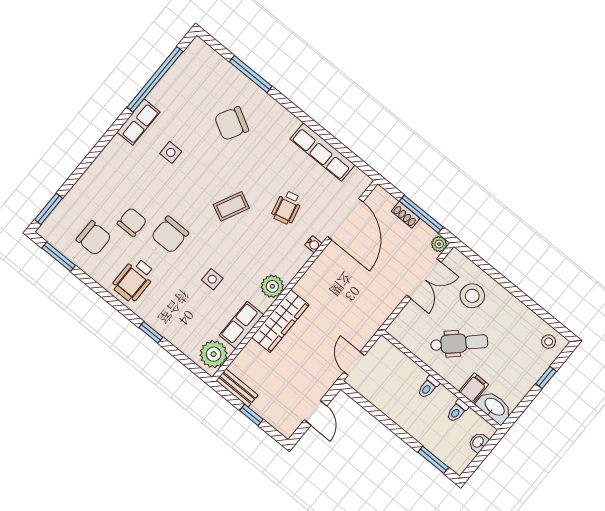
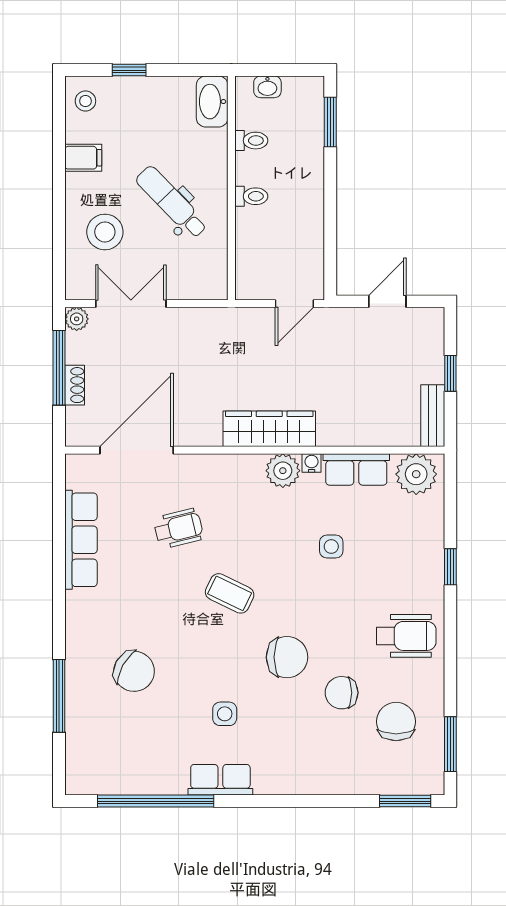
chair: (170, 235) -> (287, 657), moved
water cooler: (313, 244) -> (312, 463), moved
wardrobe: (280, 321) -> (269, 429), moved
filing cabinet: (474, 388) -> (83, 158), moved, turned 180

